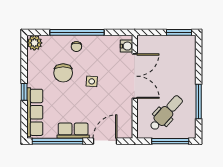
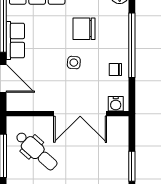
chair: (76, 47) -> (115, 69), moved

